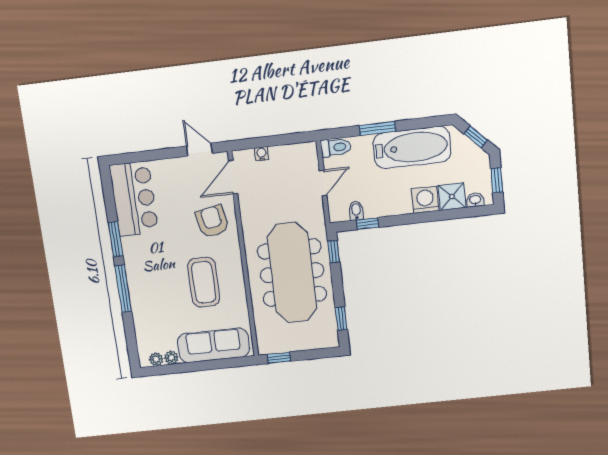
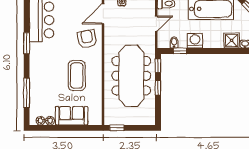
washing machine: (425, 200) -> (195, 41), moved
window: (123, 289) -> (27, 93), moved
window: (341, 319) -> (158, 88), moved
sofa: (213, 345) -> (72, 116), width x0.73

